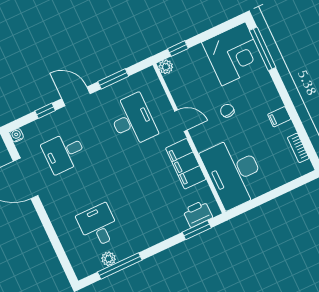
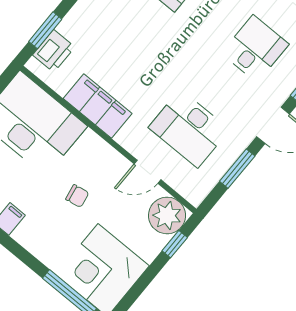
plant: (166, 67) -> (167, 215), width x1.87, depth x1.87
door: (181, 121) -> (147, 172), moved

